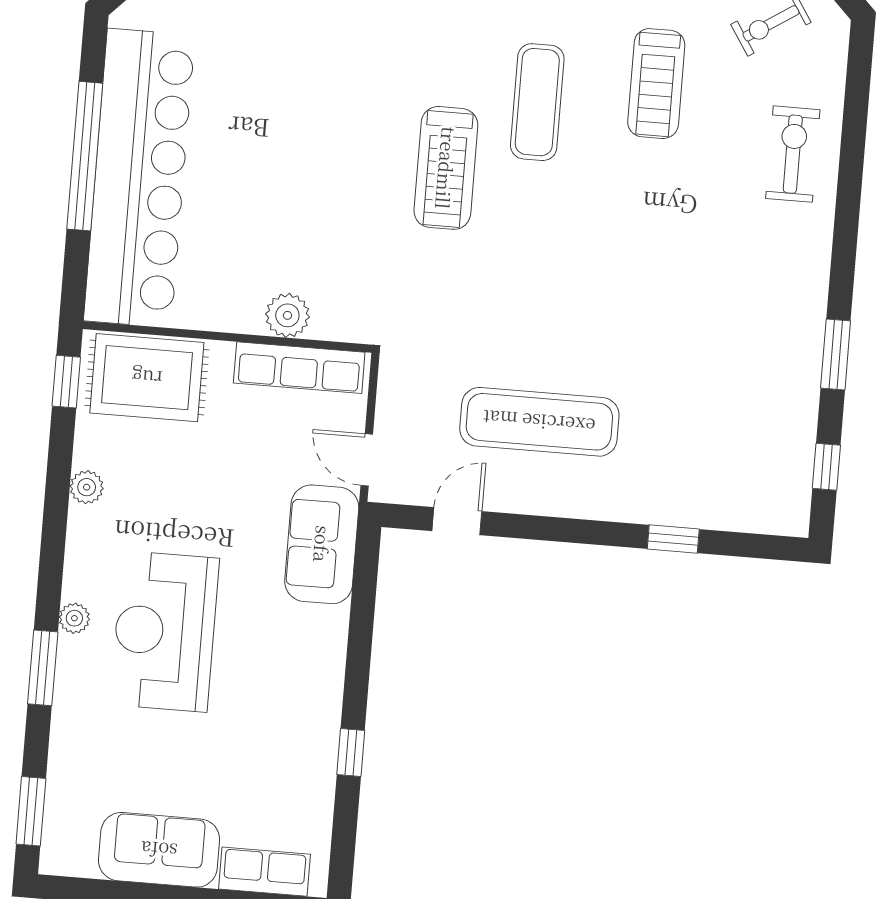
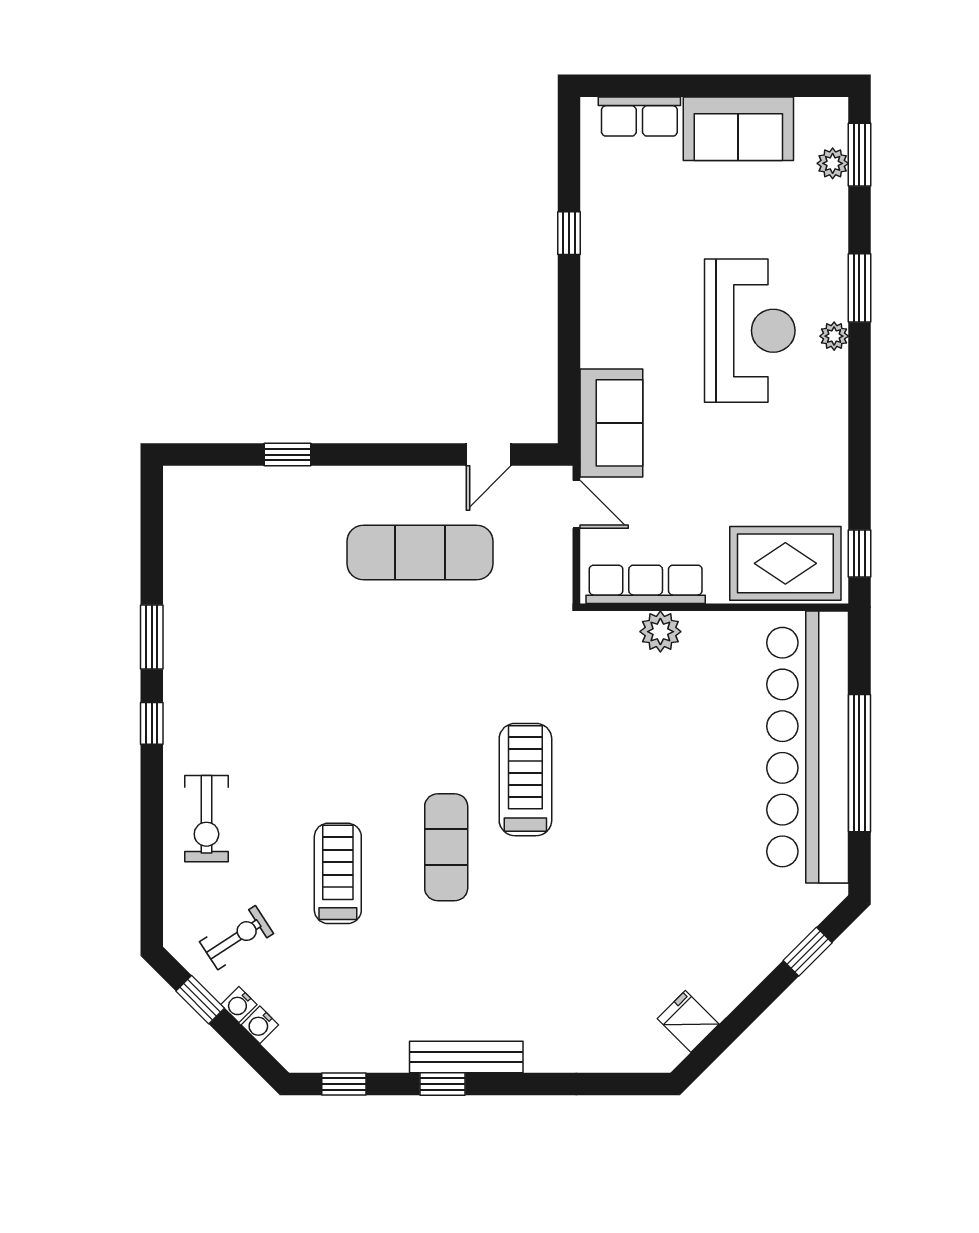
window: (826, 467) -> (152, 723), moved
plant: (87, 487) -> (833, 163), moved

